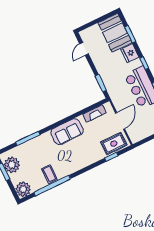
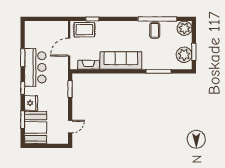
sofa: (67, 132) -> (121, 60), width x1.36

